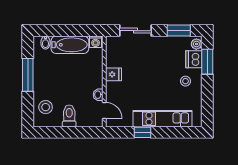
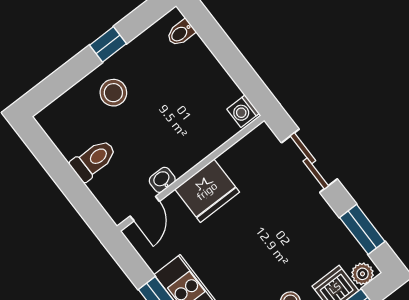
bathtub: (70, 45) -> (207, 74), removed
fridge: (113, 74) -> (207, 191), width x1.88, depth x1.34
window: (28, 75) -> (108, 44), width x0.46
stool: (46, 107) -> (113, 93), moved

